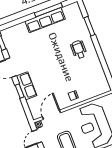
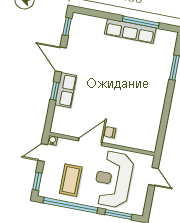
wheelchair: (79, 50) -> (147, 86), removed
door: (51, 115) -> (90, 142), moved

